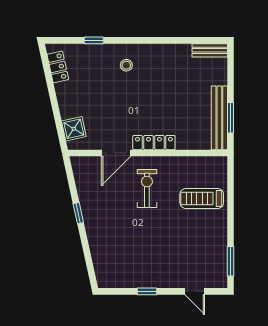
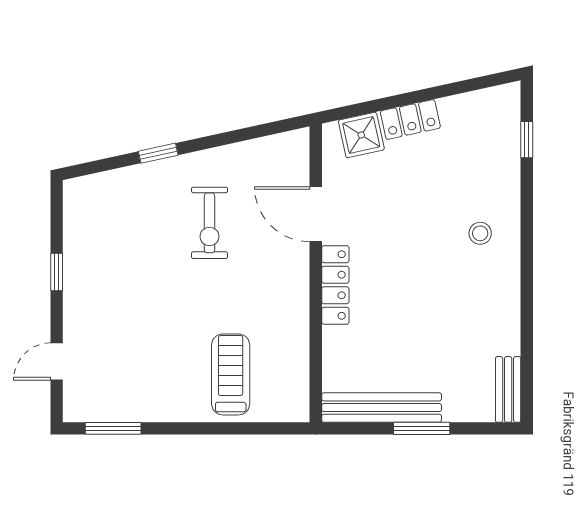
window: (94, 40) -> (527, 140), moved
locker: (58, 67) -> (410, 119), moved
window: (231, 118) -> (422, 428), moved
exercise bike: (147, 188) -> (210, 223), moved, turned 90
window: (78, 213) -> (158, 153), moved

